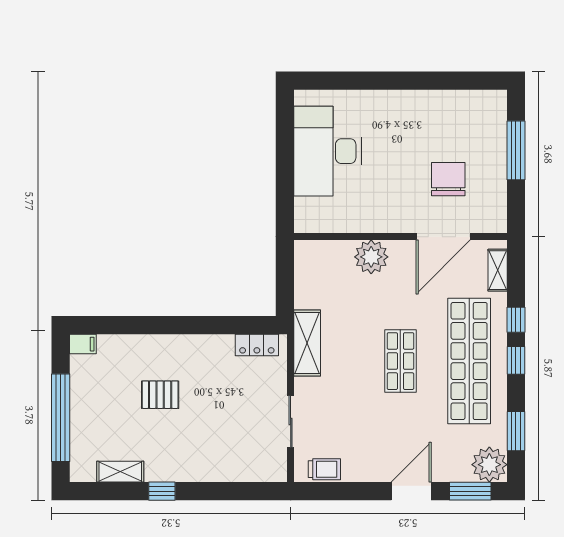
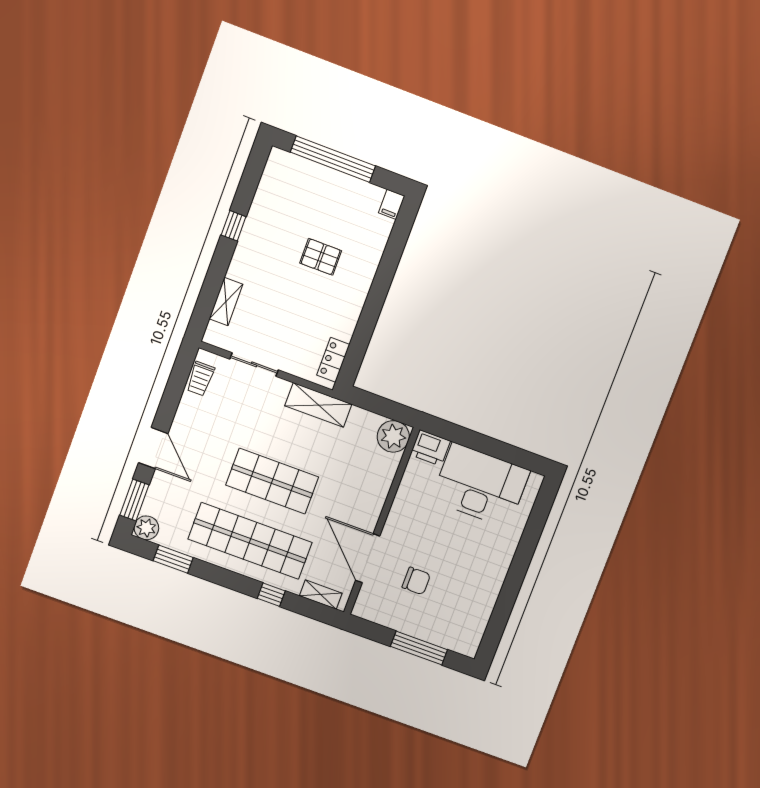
chair: (448, 179) -> (416, 581), width x0.73, depth x0.73
printer: (309, 216) -> (430, 448), added
plant: (371, 257) -> (393, 436), moved
window: (516, 360) -> (236, 582), removed
shop shelf: (400, 361) -> (272, 481), width x1.43, depth x1.36
pallet: (160, 395) -> (321, 257), turned 90
plant: (489, 465) -> (146, 528), width x0.73, depth x0.73
shelving: (120, 472) -> (226, 302), moved

